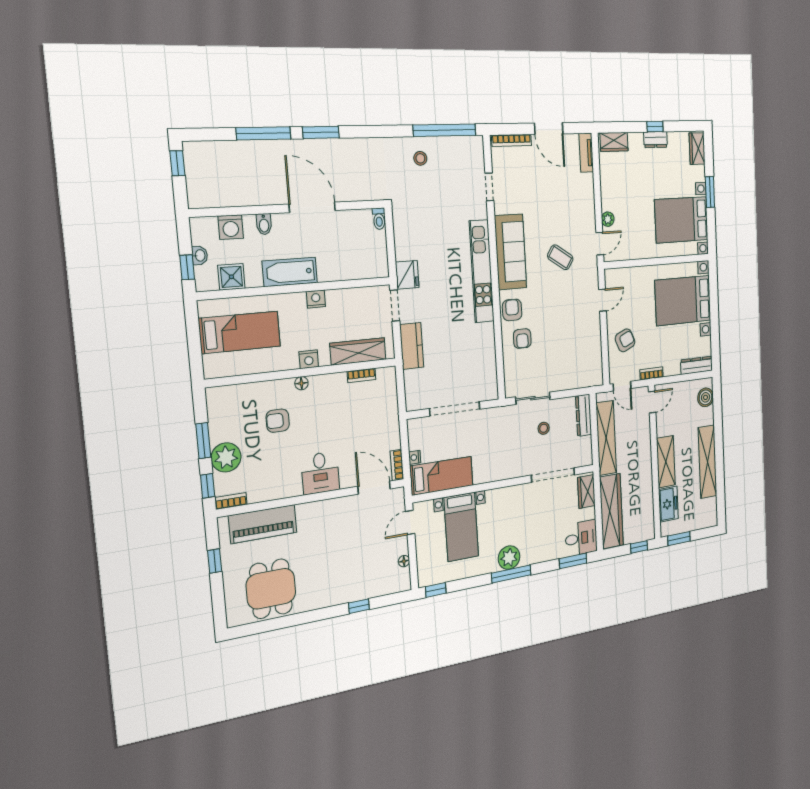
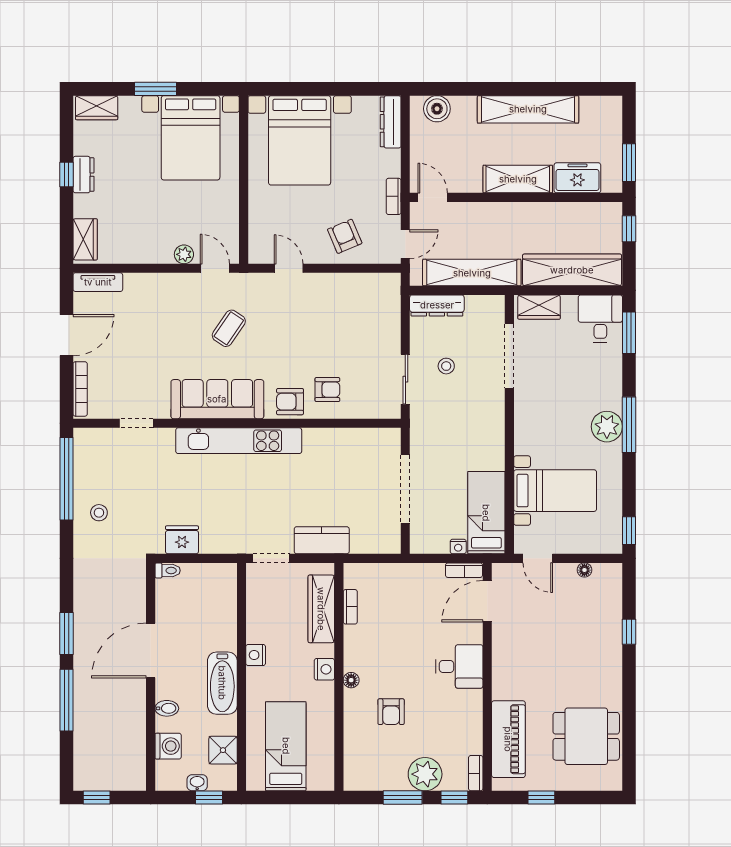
fridge: (407, 275) -> (182, 540), moved

